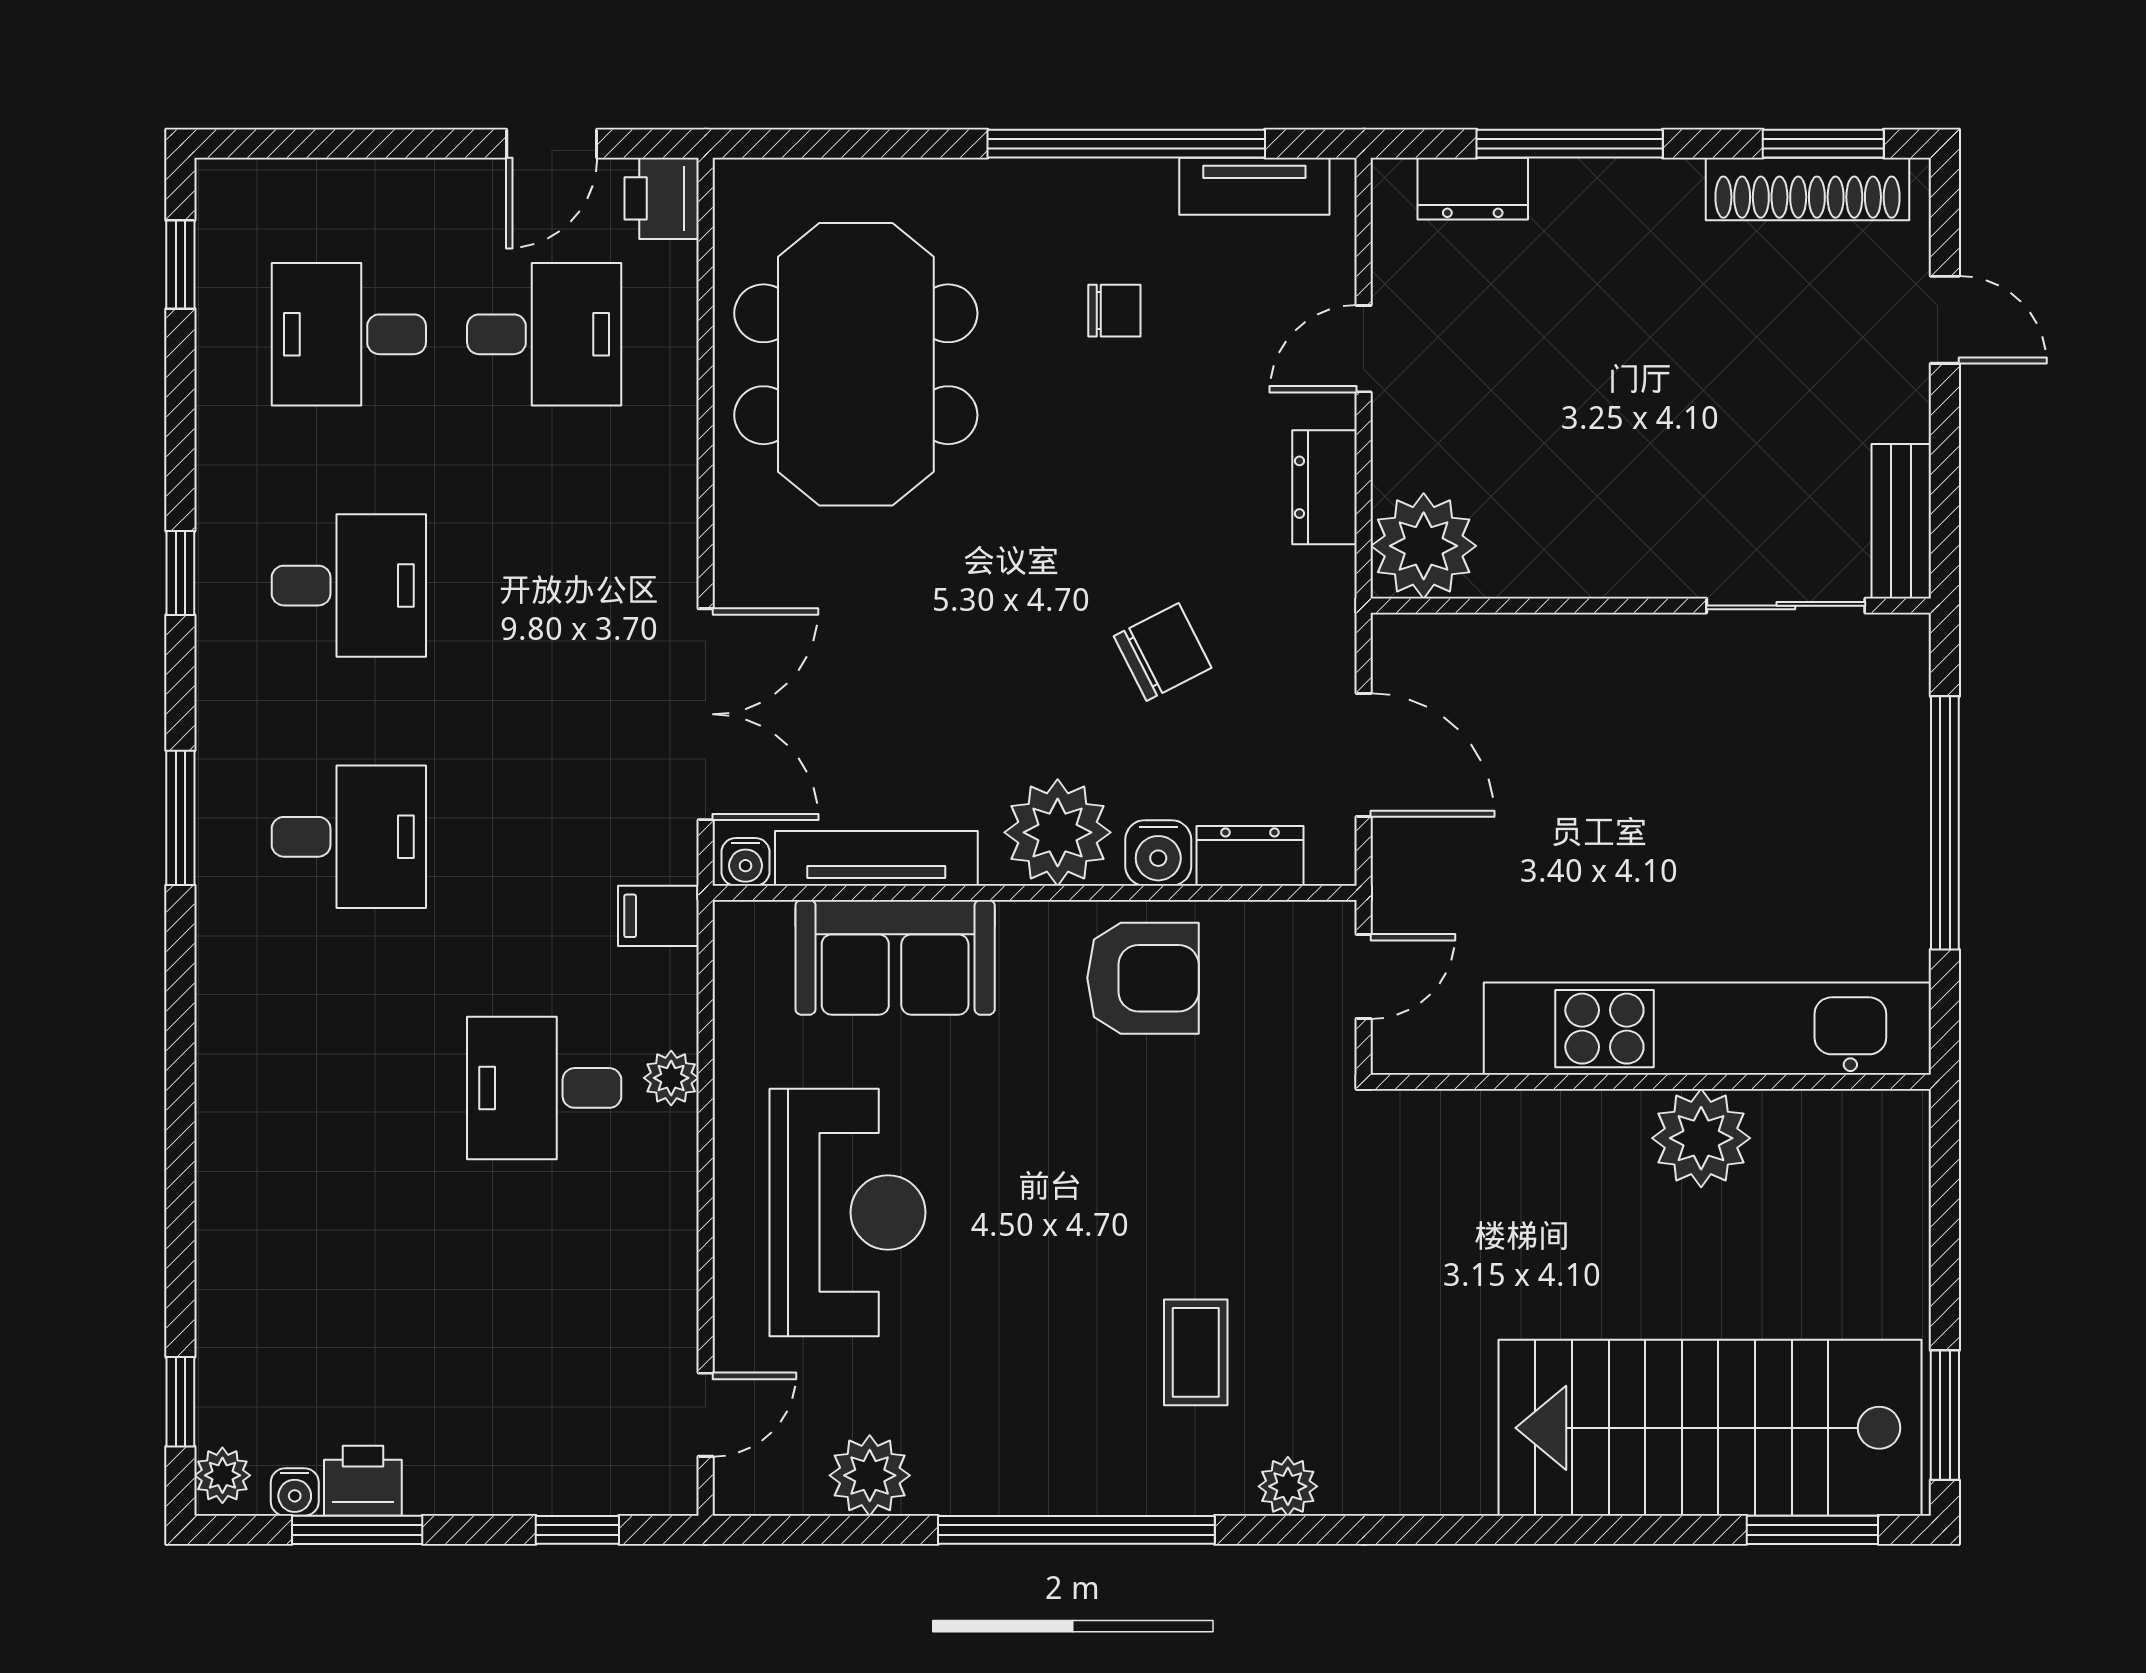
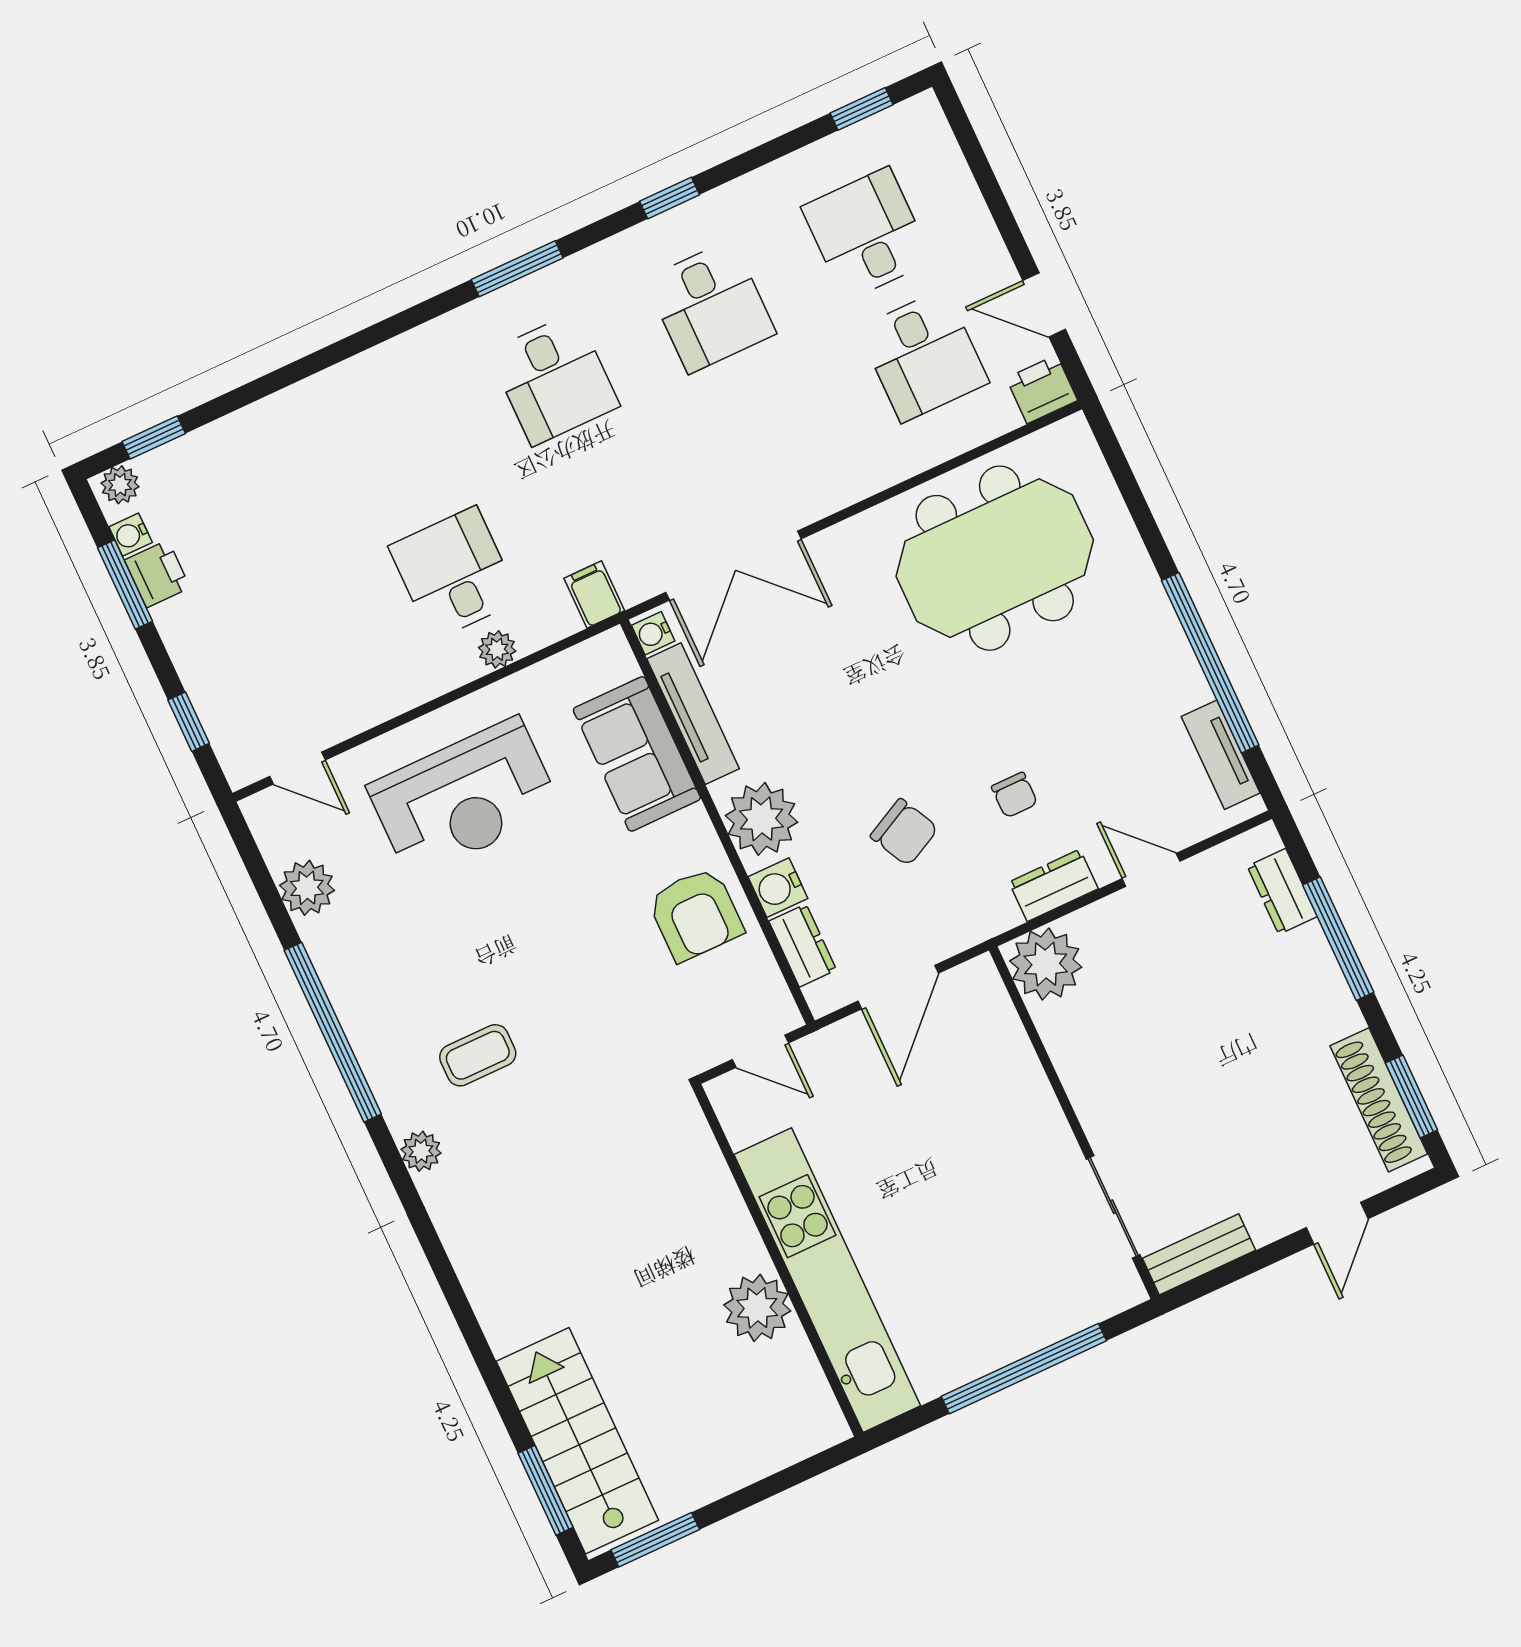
chair: (1114, 311) -> (1014, 795), moved
stairs: (1710, 1428) -> (577, 1441), width x0.73, depth x0.66

